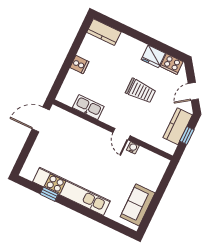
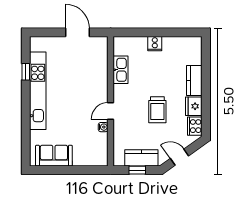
kitchen counter: (104, 32) -> (194, 80), moved
door: (41, 119) -> (77, 32), moved

